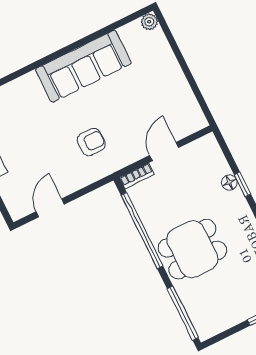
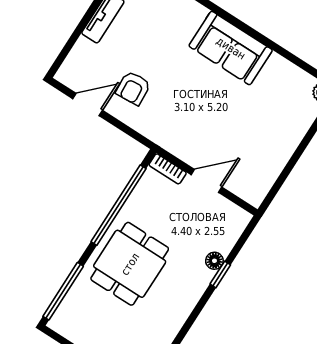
sofa: (83, 66) -> (231, 48), width x0.73
armchair: (91, 142) -> (133, 88), moved, turned 86
dining table: (192, 249) -> (130, 264), turned 90

